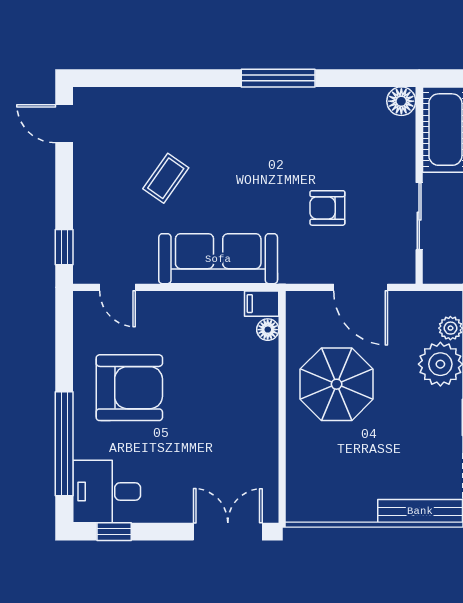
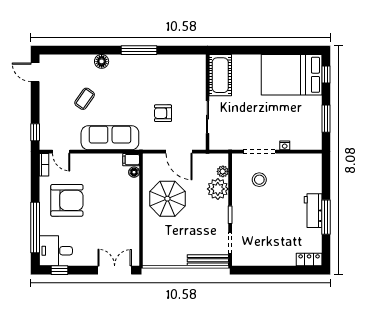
floor lamp: (401, 101) -> (102, 61), moved
bookcase: (82, 314) -> (44, 165), added

